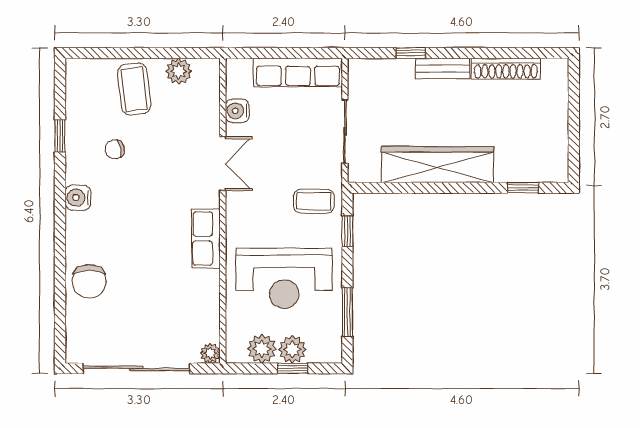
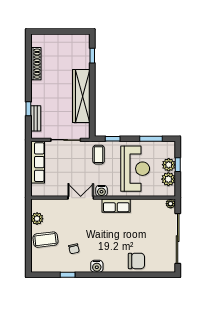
bench: (442, 68) -> (36, 118), moved
water cooler: (237, 111) -> (101, 191), moved

